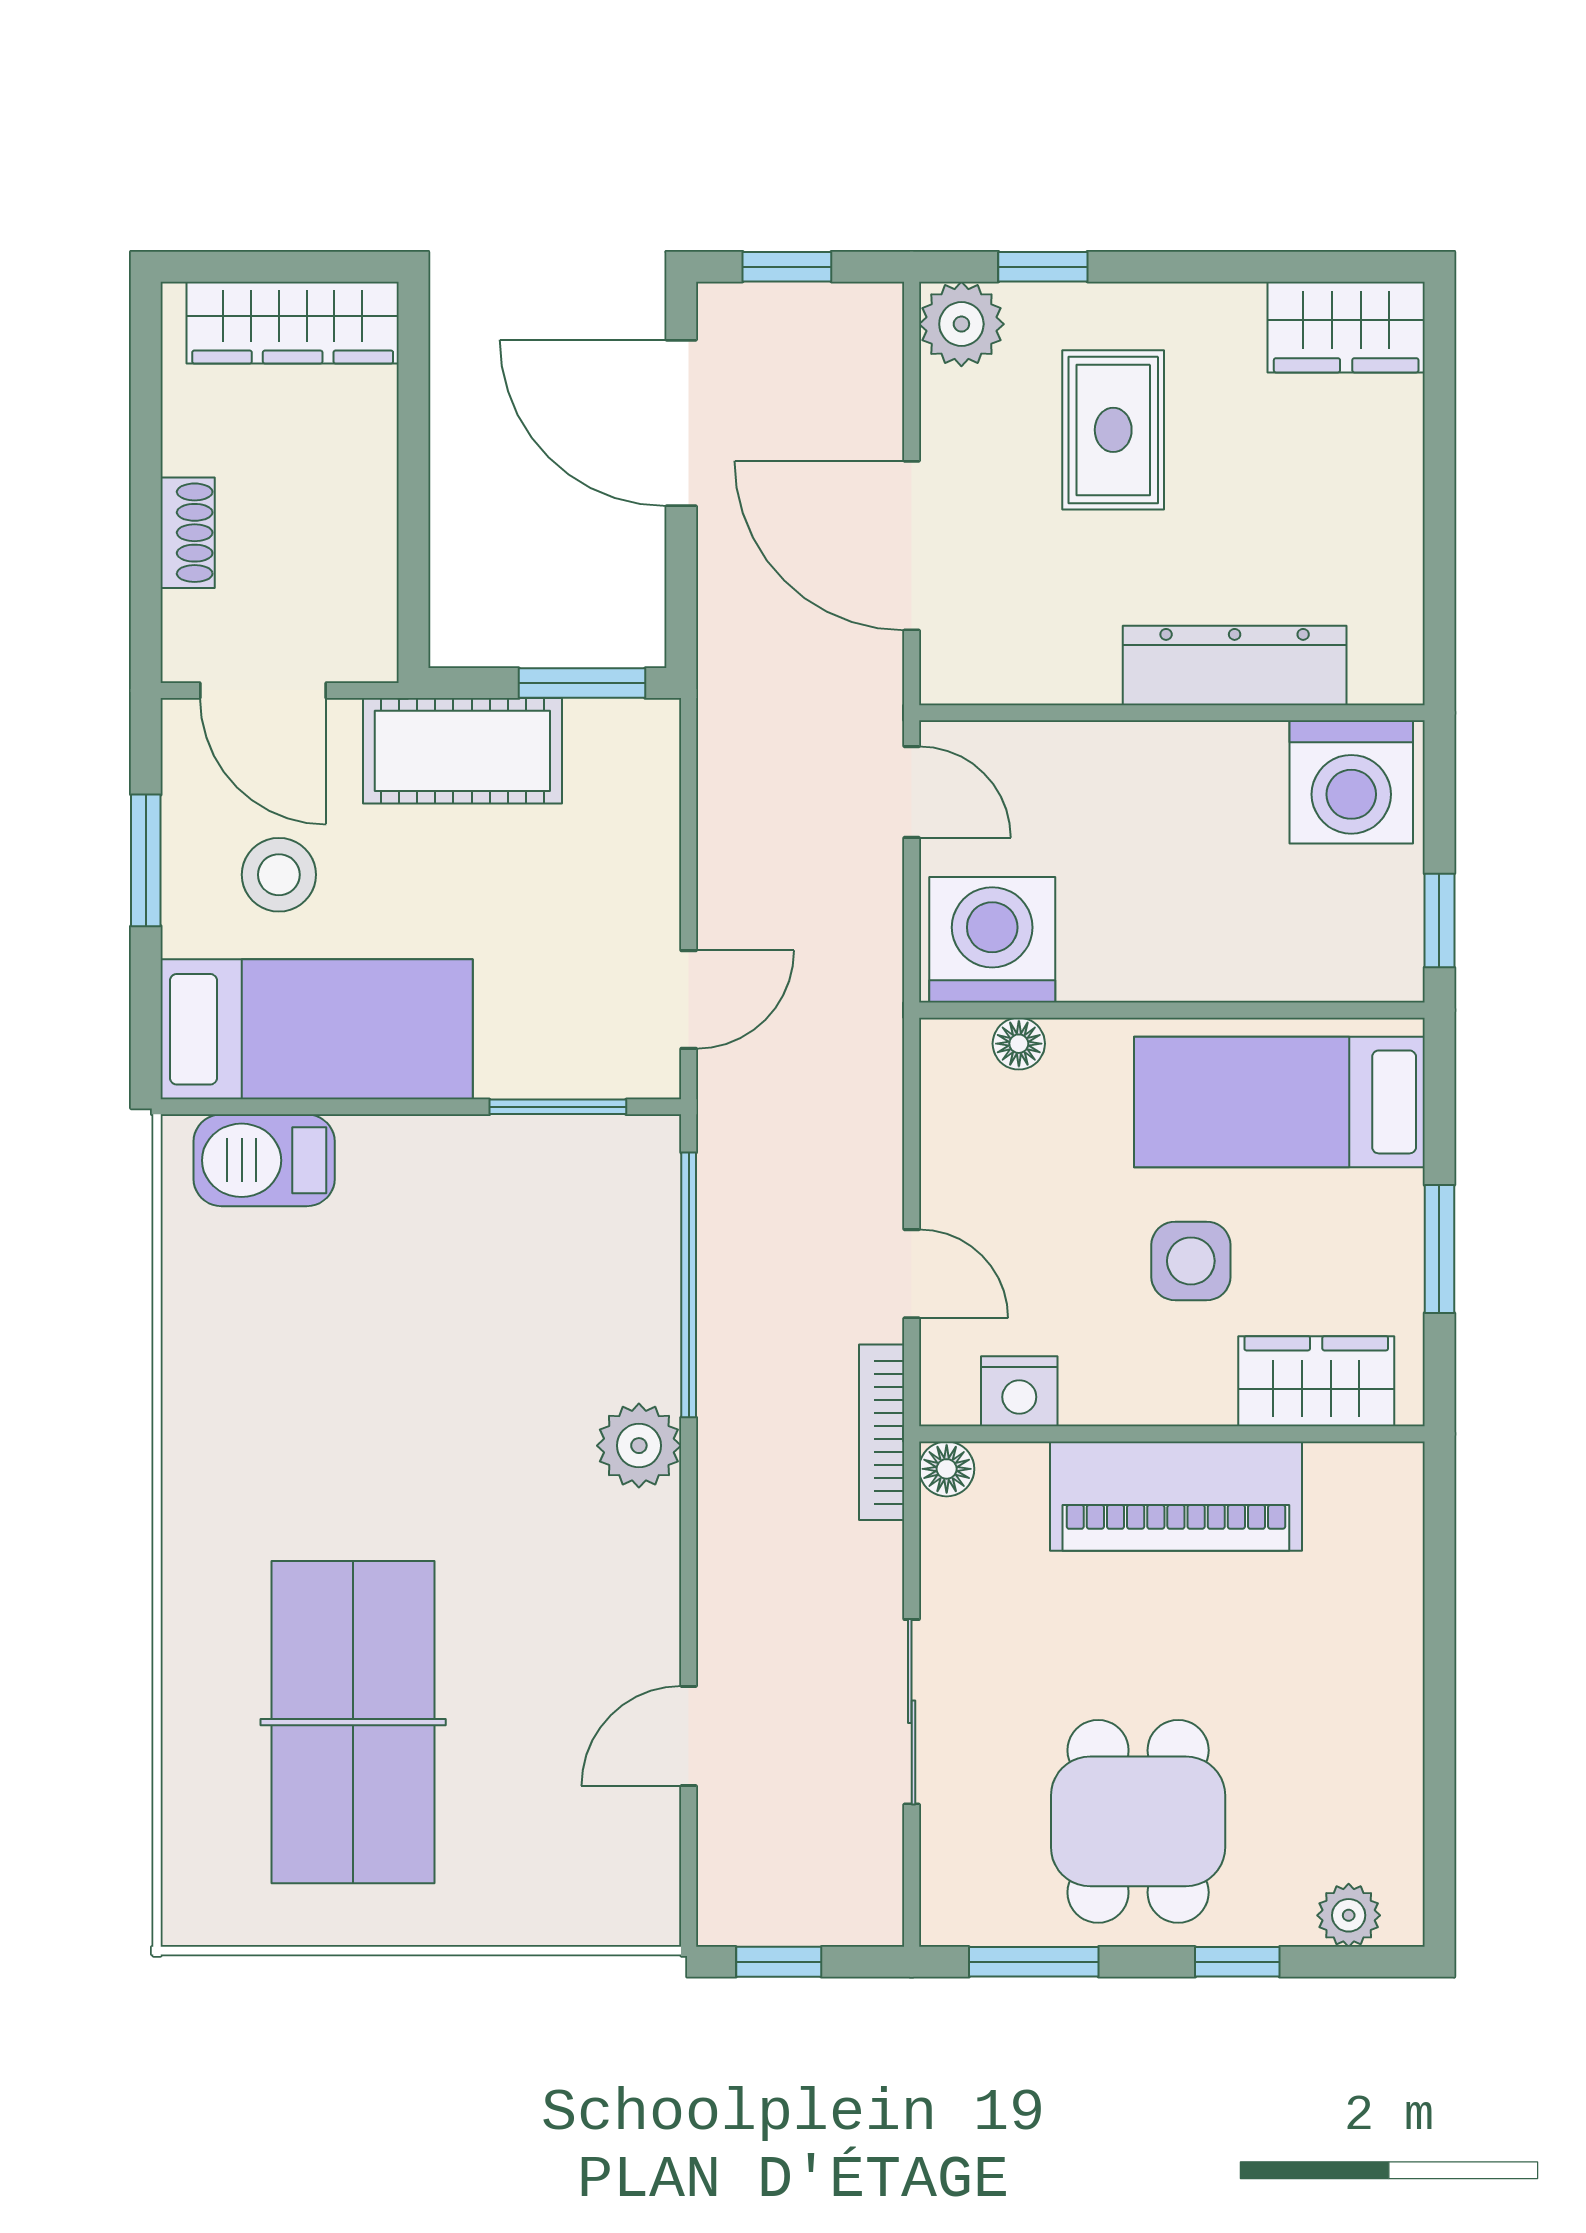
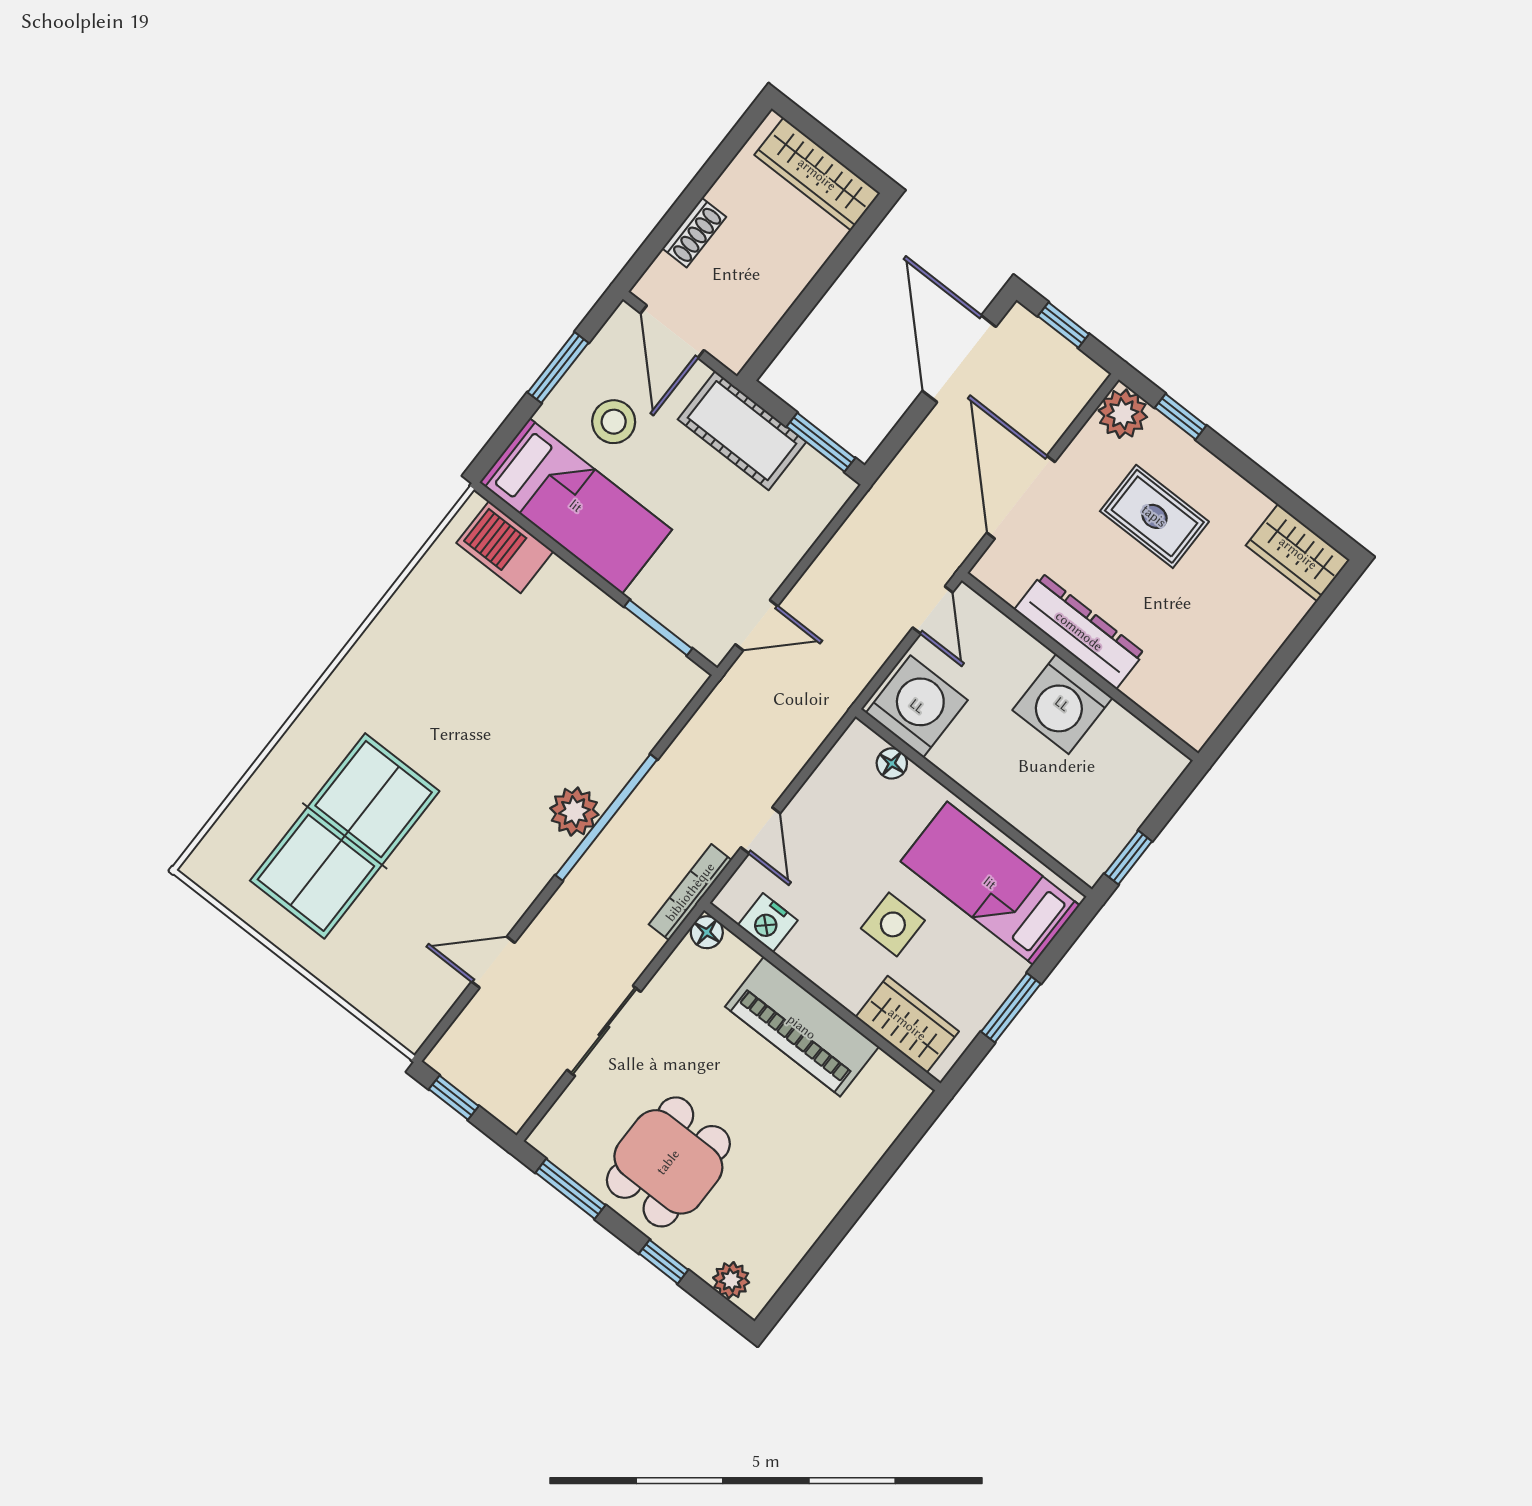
rug: (1113, 430) -> (1154, 516), turned 90
dresser: (1235, 666) -> (1079, 631), moved
washing machine: (1351, 782) -> (1062, 704), moved
window: (689, 1285) -> (606, 817), moved

